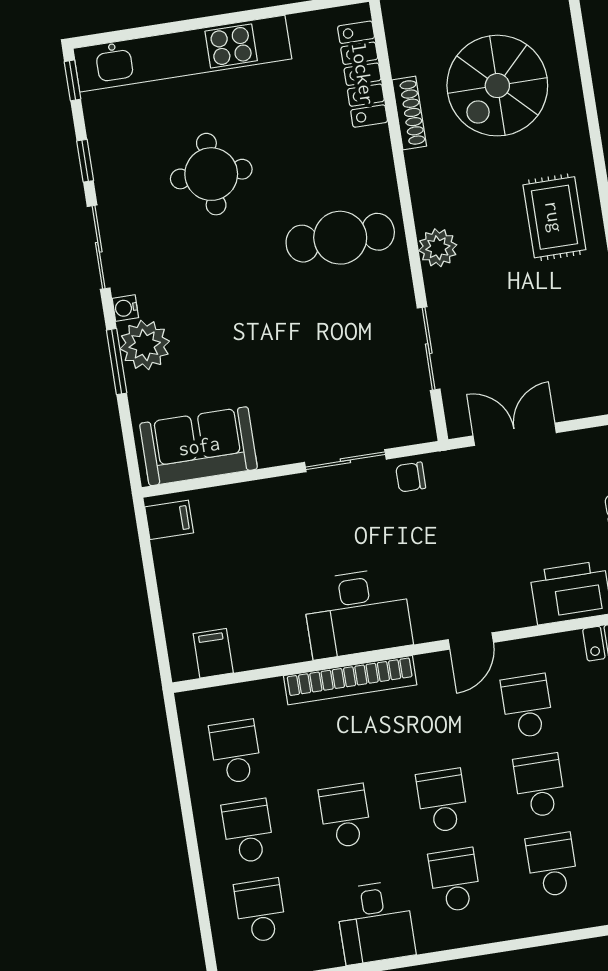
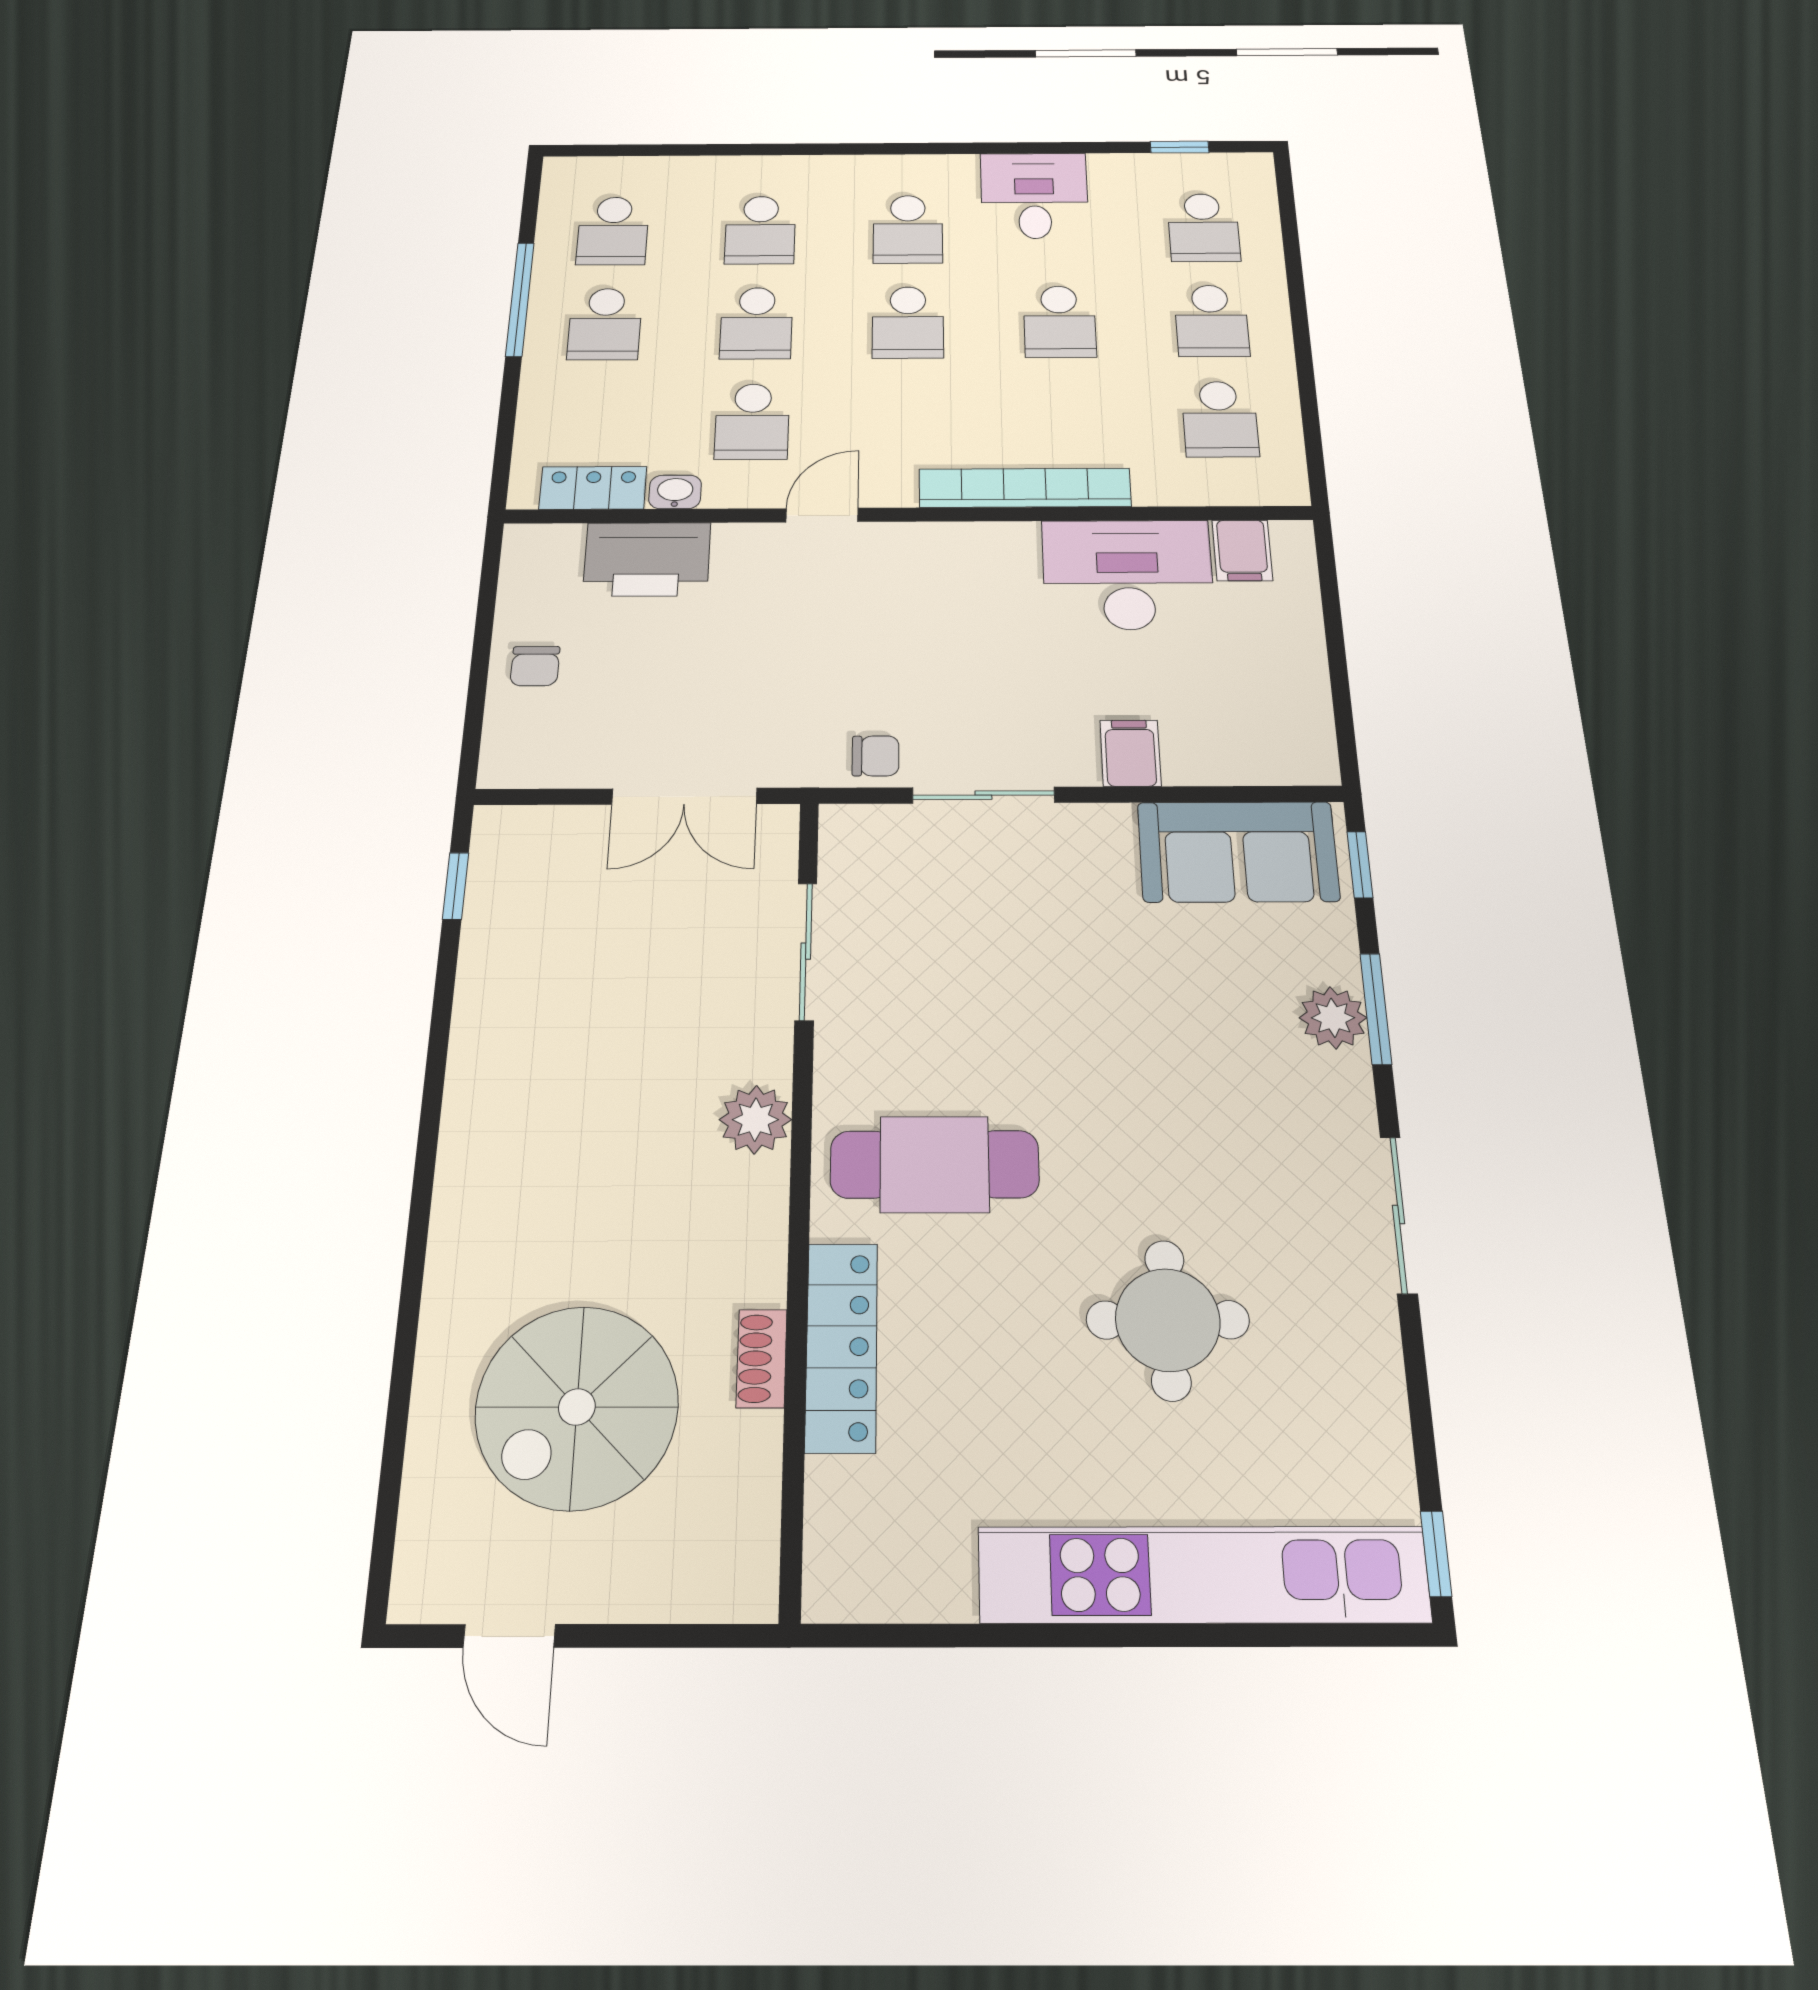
locker: (363, 74) -> (842, 1347), moved
spiral stairs: (497, 86) -> (577, 1407), turned 180
shoe rack: (409, 113) -> (762, 1358), width x0.70
window: (85, 161) -> (1360, 865), moved
rug: (554, 217) -> (527, 1142), removed
water cooler: (125, 308) -> (1354, 1098), removed
plant: (145, 345) -> (1333, 1018), width x0.73, depth x0.73
filing cabinet: (169, 520) -> (1130, 753), moved, turned 90
desk: (357, 613) -> (1128, 575), moved
washbasin: (564, 645) -> (675, 492), added

